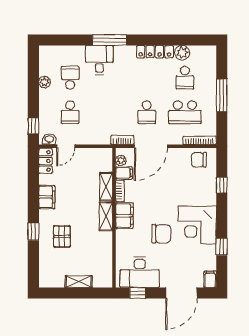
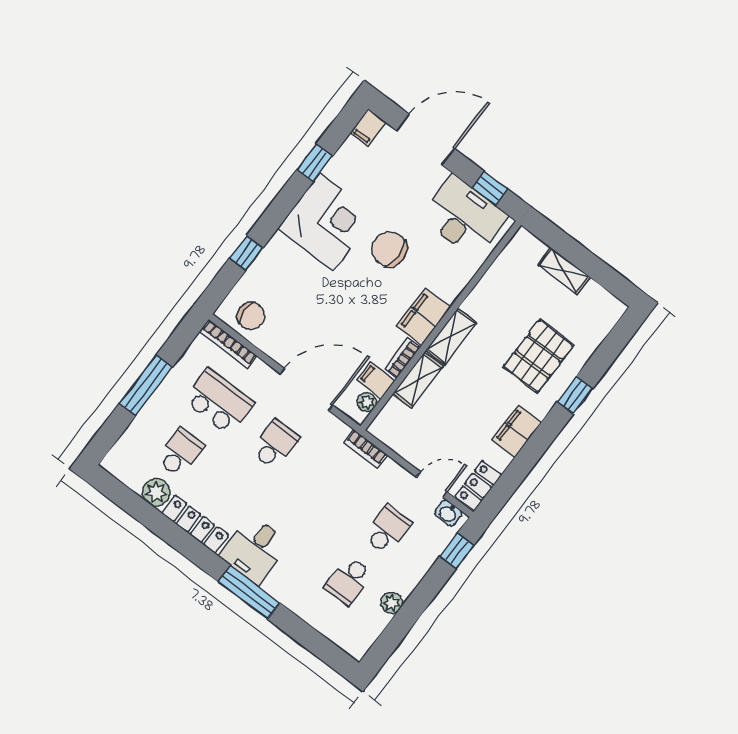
desk: (99, 60) -> (254, 549), moved
bookcase: (122, 140) -> (366, 449), moved
pallet: (62, 236) -> (538, 356), width x1.50, depth x1.42

